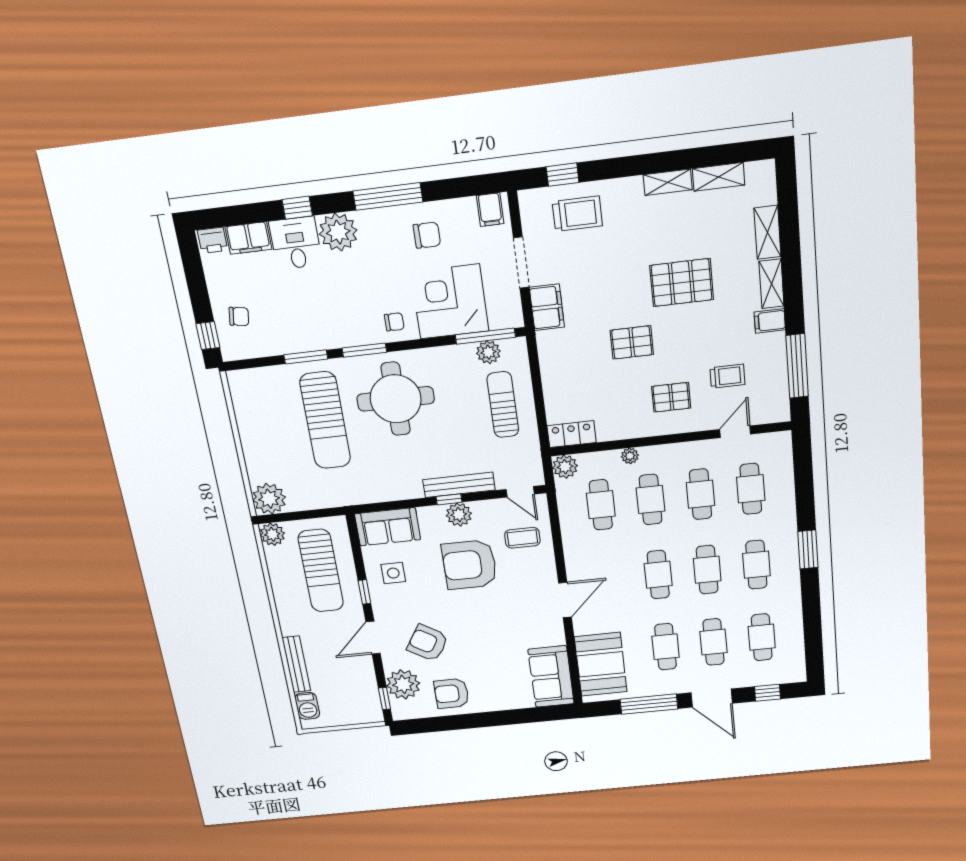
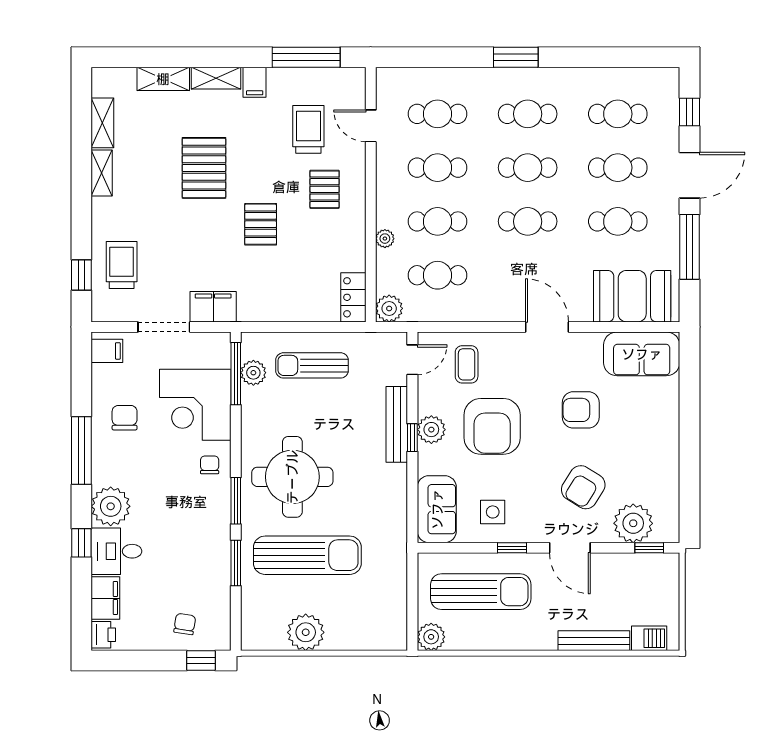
trolley: (727, 376) -> (308, 129), width x1.36, depth x1.39
plant: (269, 499) -> (306, 632), moved
armchair: (451, 693) -> (581, 410), moved, turned 90

